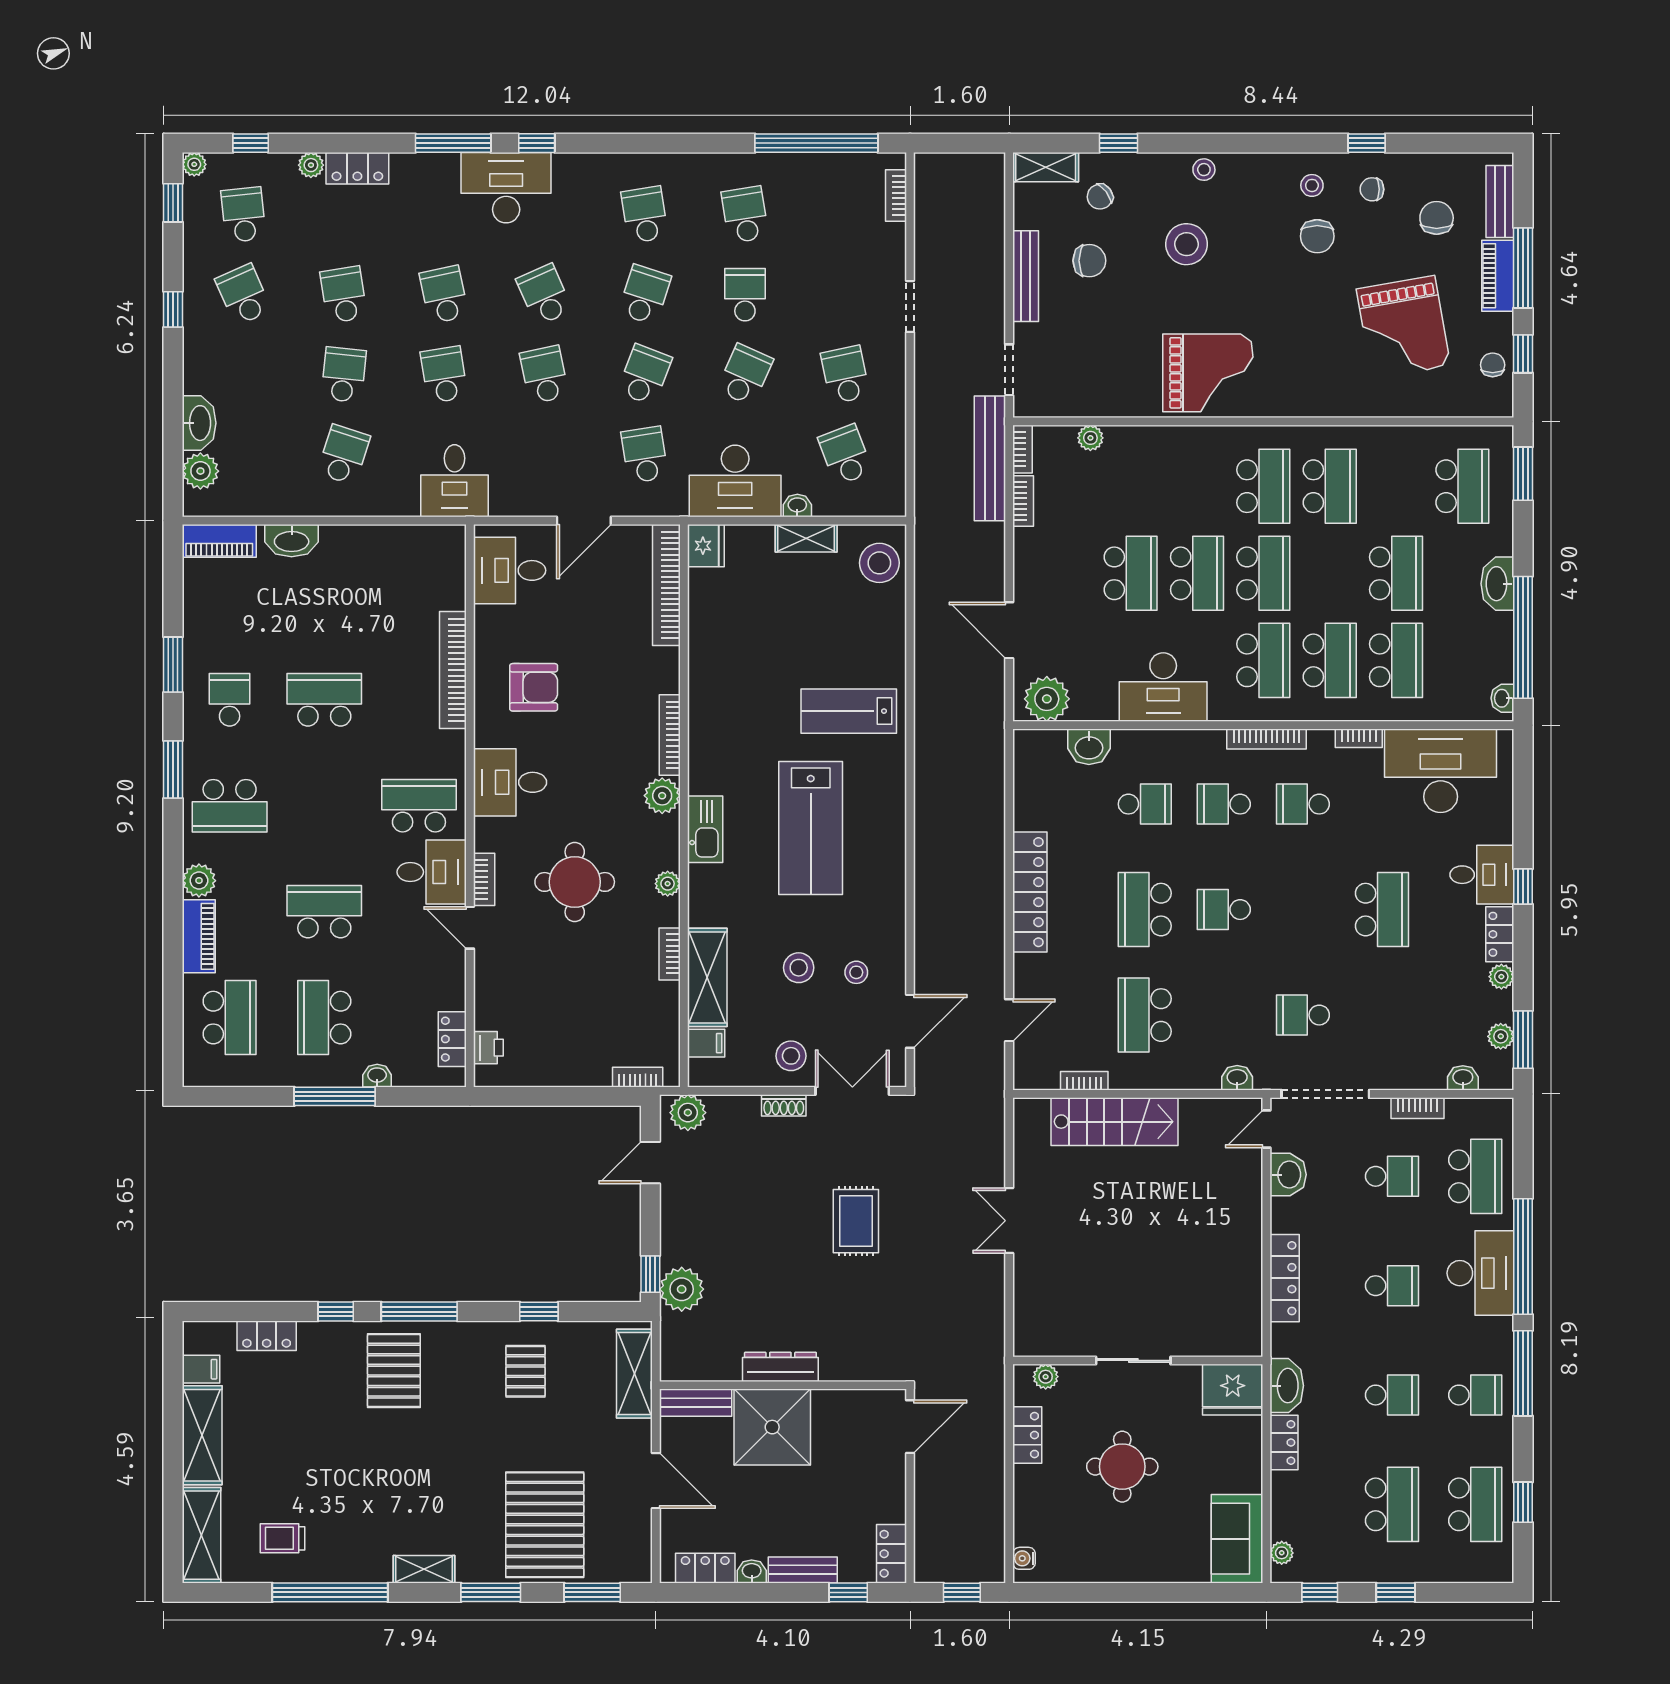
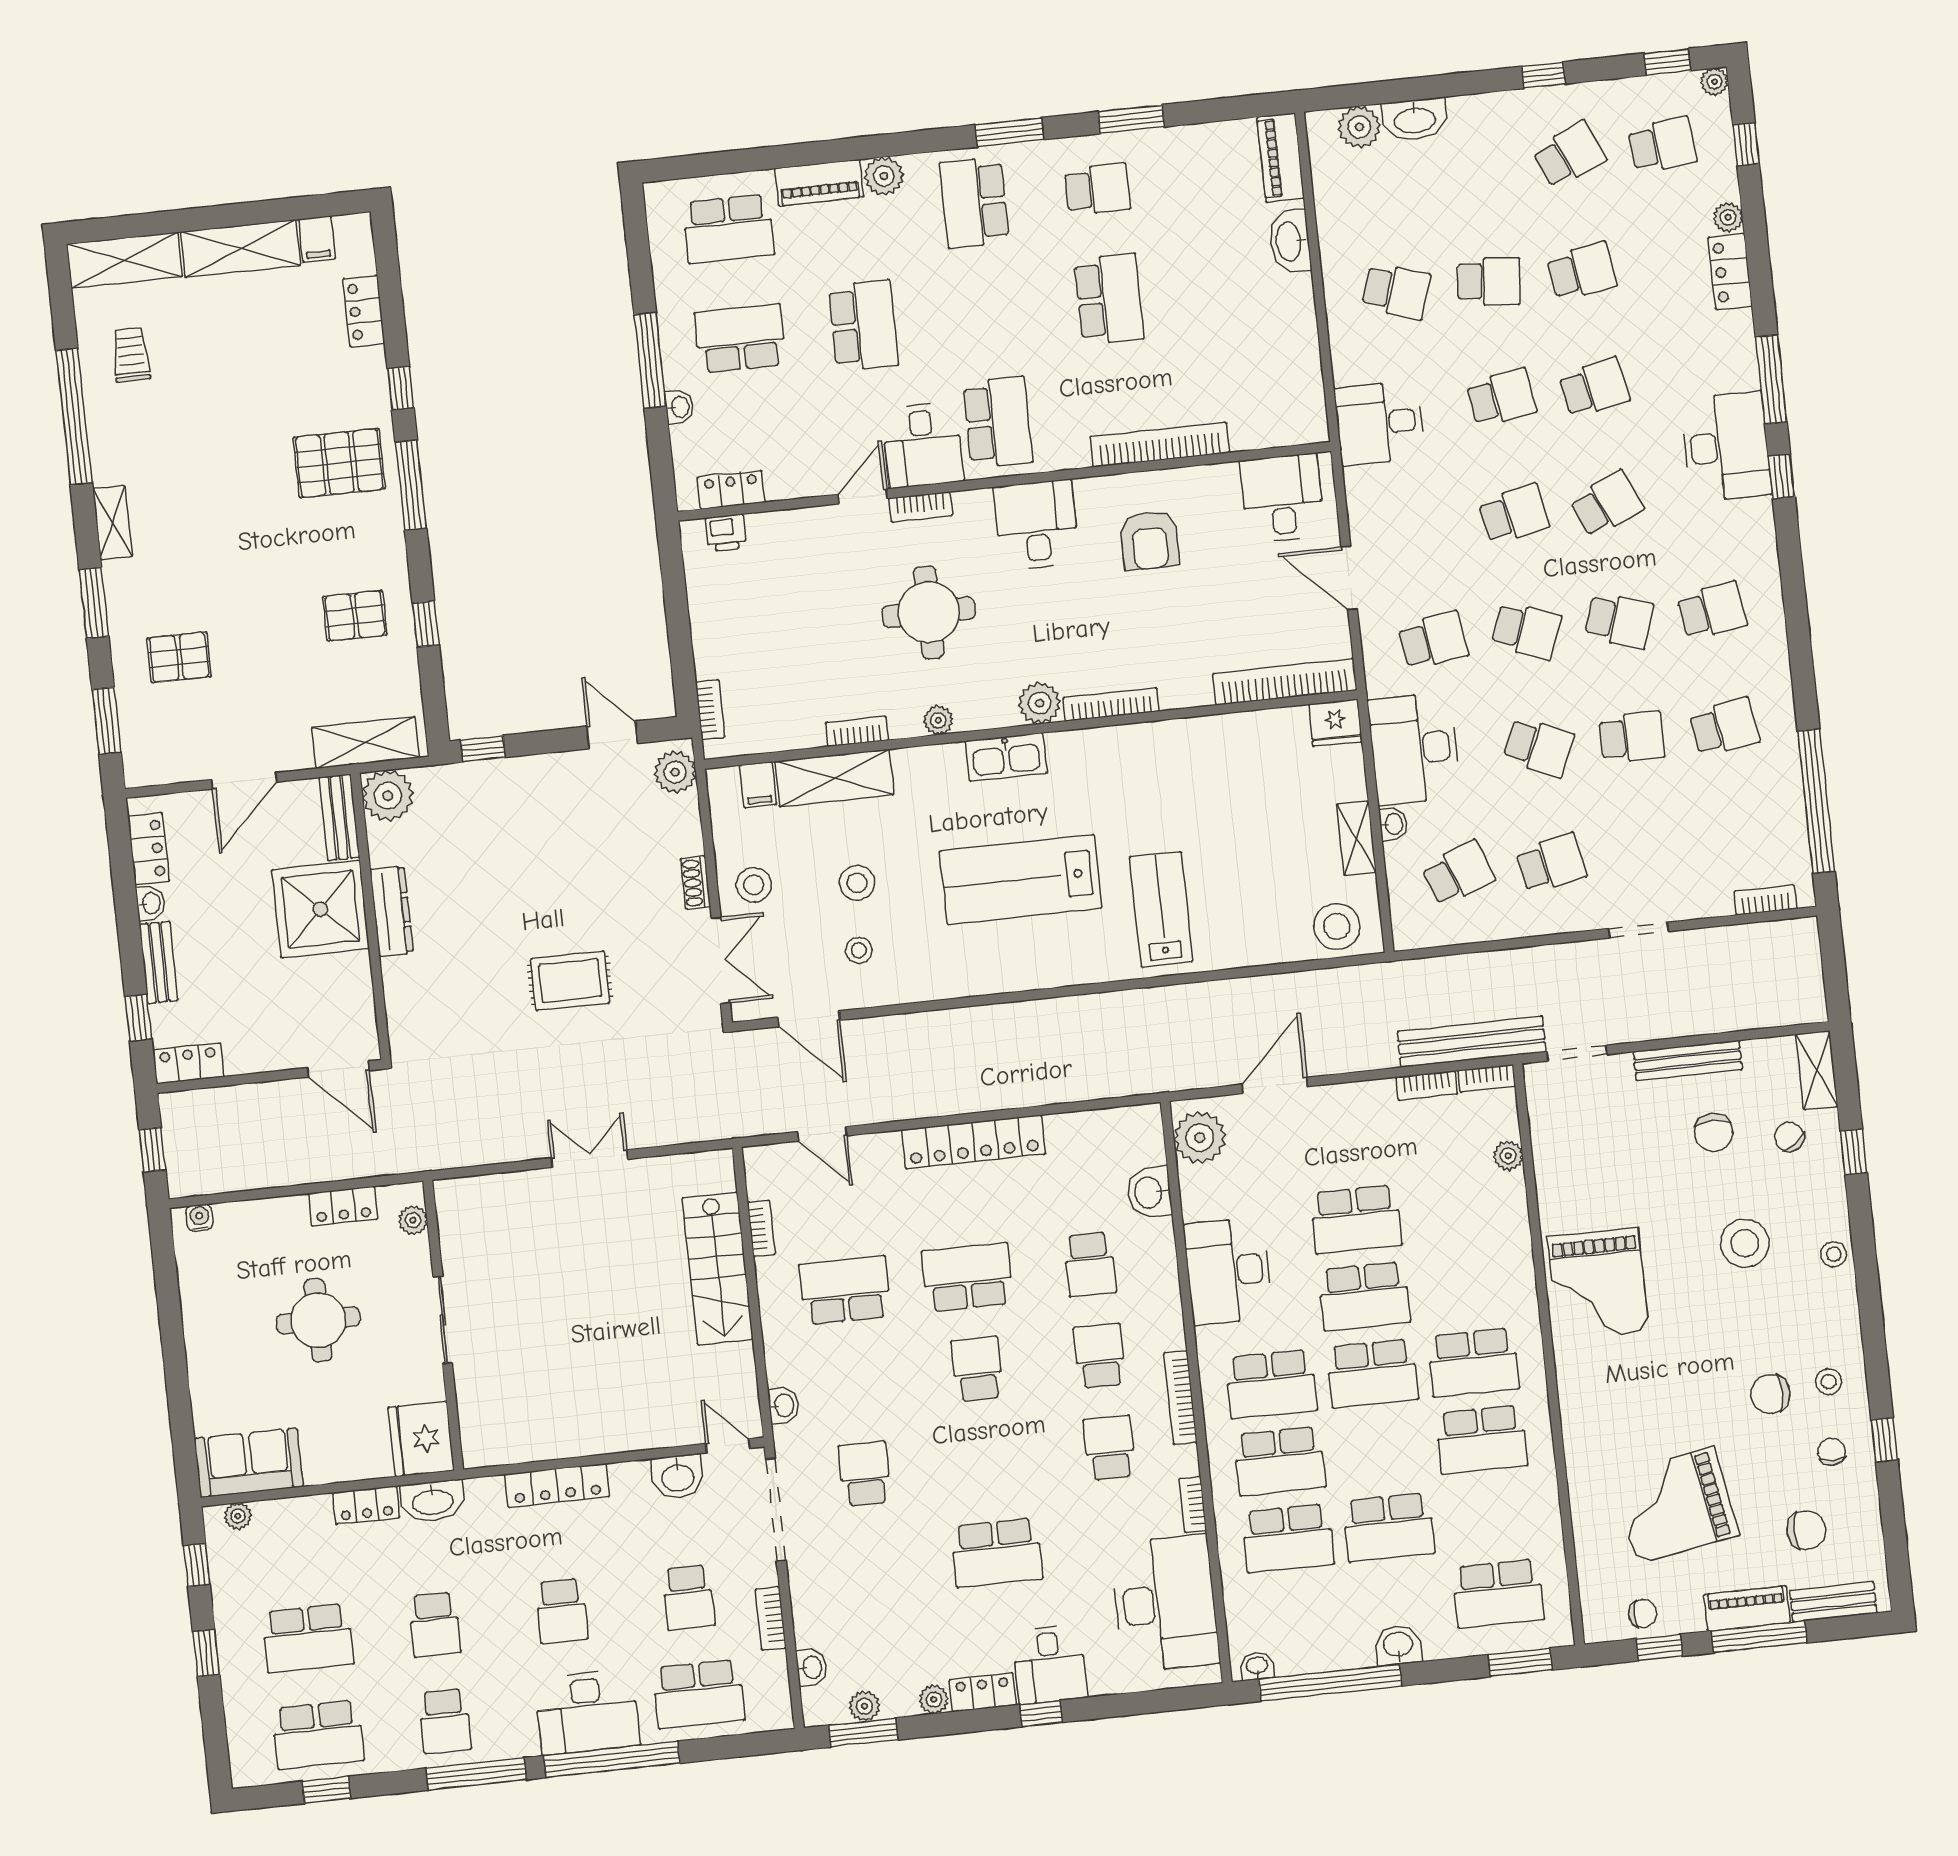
washbasin: (1497, 584) -> (1398, 1645), width x0.72
plant: (682, 1289) -> (388, 796), moved
pallet: (545, 1525) -> (179, 657), width x0.49, depth x0.50

